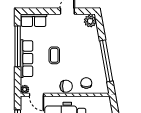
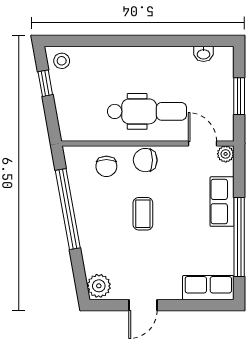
coffee table: (54, 55) -> (143, 214), moved
row of seats: (26, 59) -> (222, 202), width x0.68

